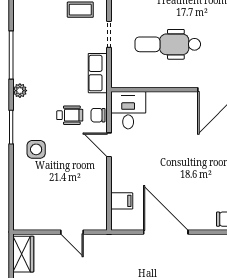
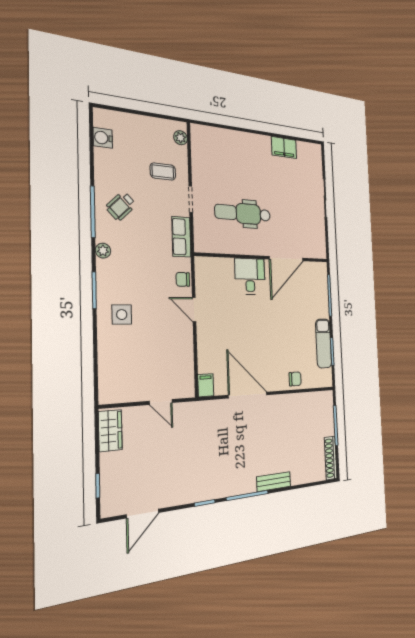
desk: (128, 110) -> (250, 276), moved
wheelchair: (70, 115) -> (121, 206), moved, turned 136
filing cabinet: (122, 201) -> (206, 385), moved, turned -90

